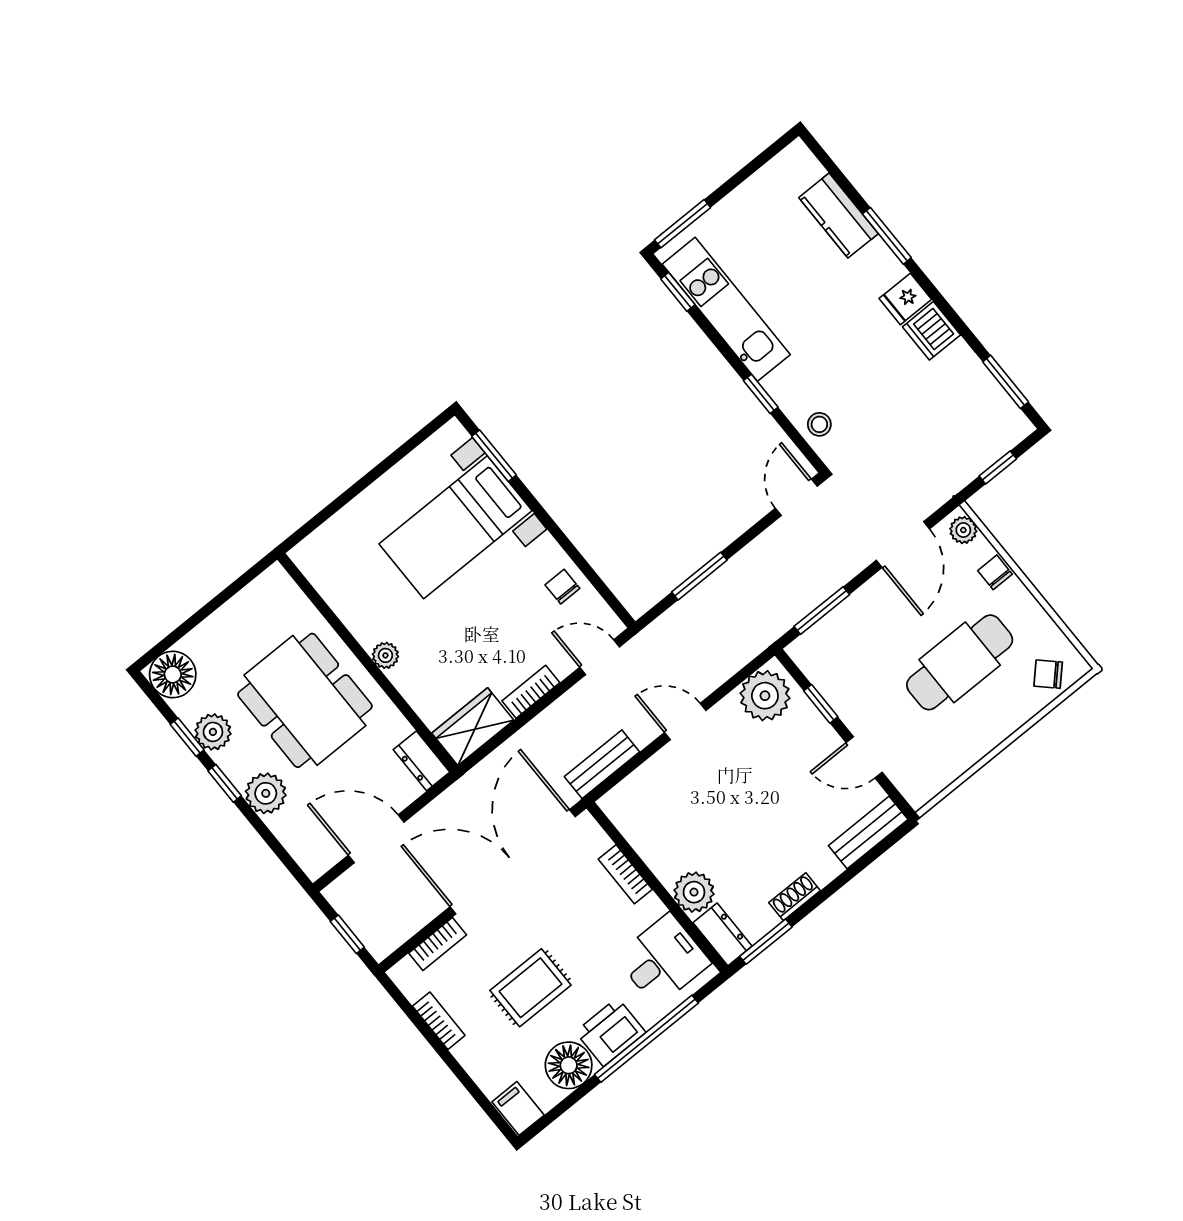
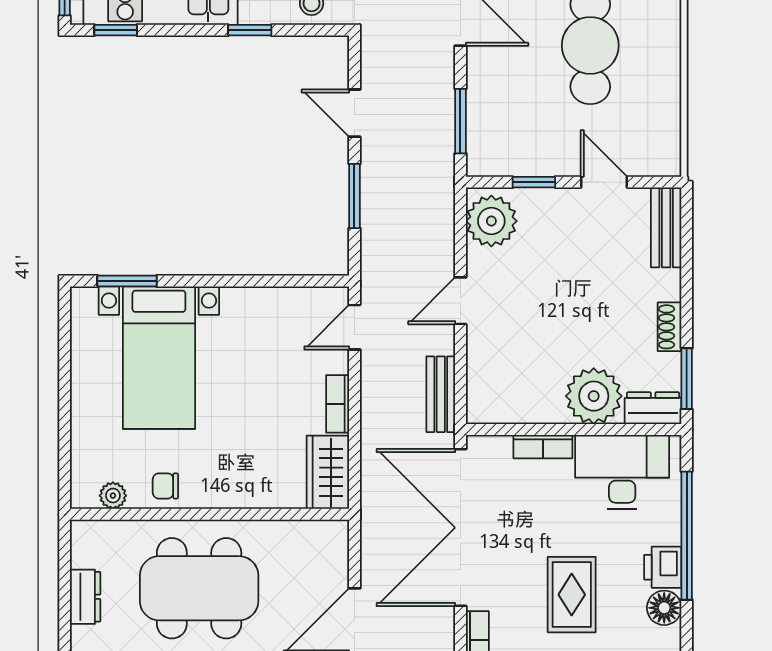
door: (796, 497) -> (354, 113), moved
chair: (562, 587) -> (165, 486), moved
plant: (385, 655) -> (113, 496), moved
door: (864, 757) -> (604, 182), swing flipped
dresser: (422, 761) -> (85, 597), moved, turned -90
plant: (694, 892) -> (594, 396), width x1.36, depth x1.36
desk: (663, 960) -> (622, 472), width x1.37
printer: (610, 1032) -> (663, 567), width x0.73, depth x0.81
floor lamp: (569, 1065) -> (664, 608), width x0.73, depth x0.73

